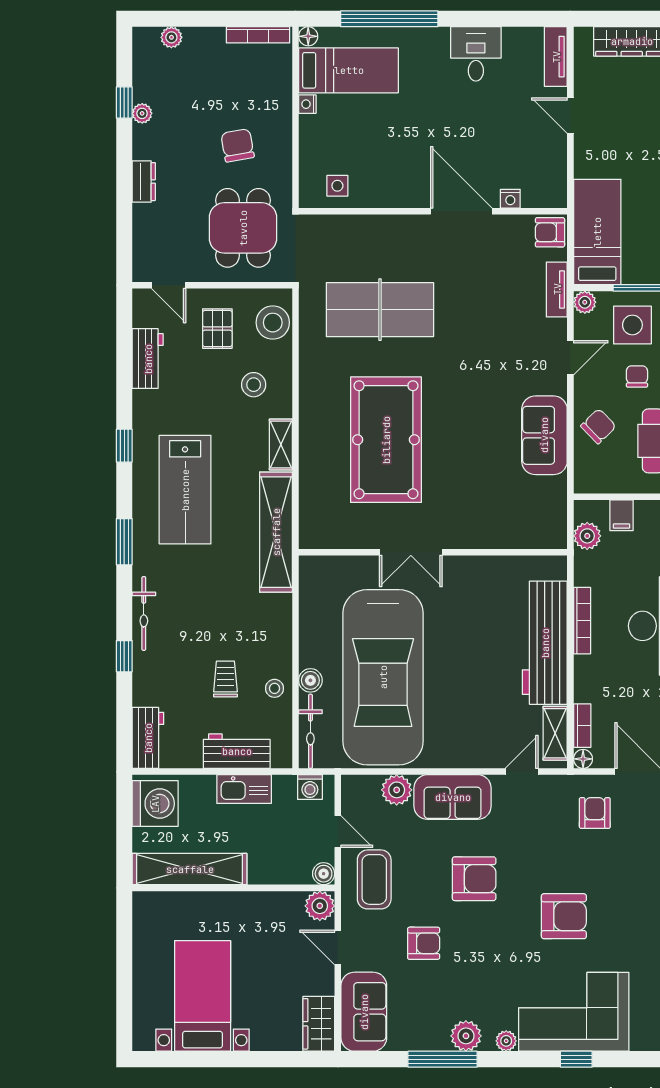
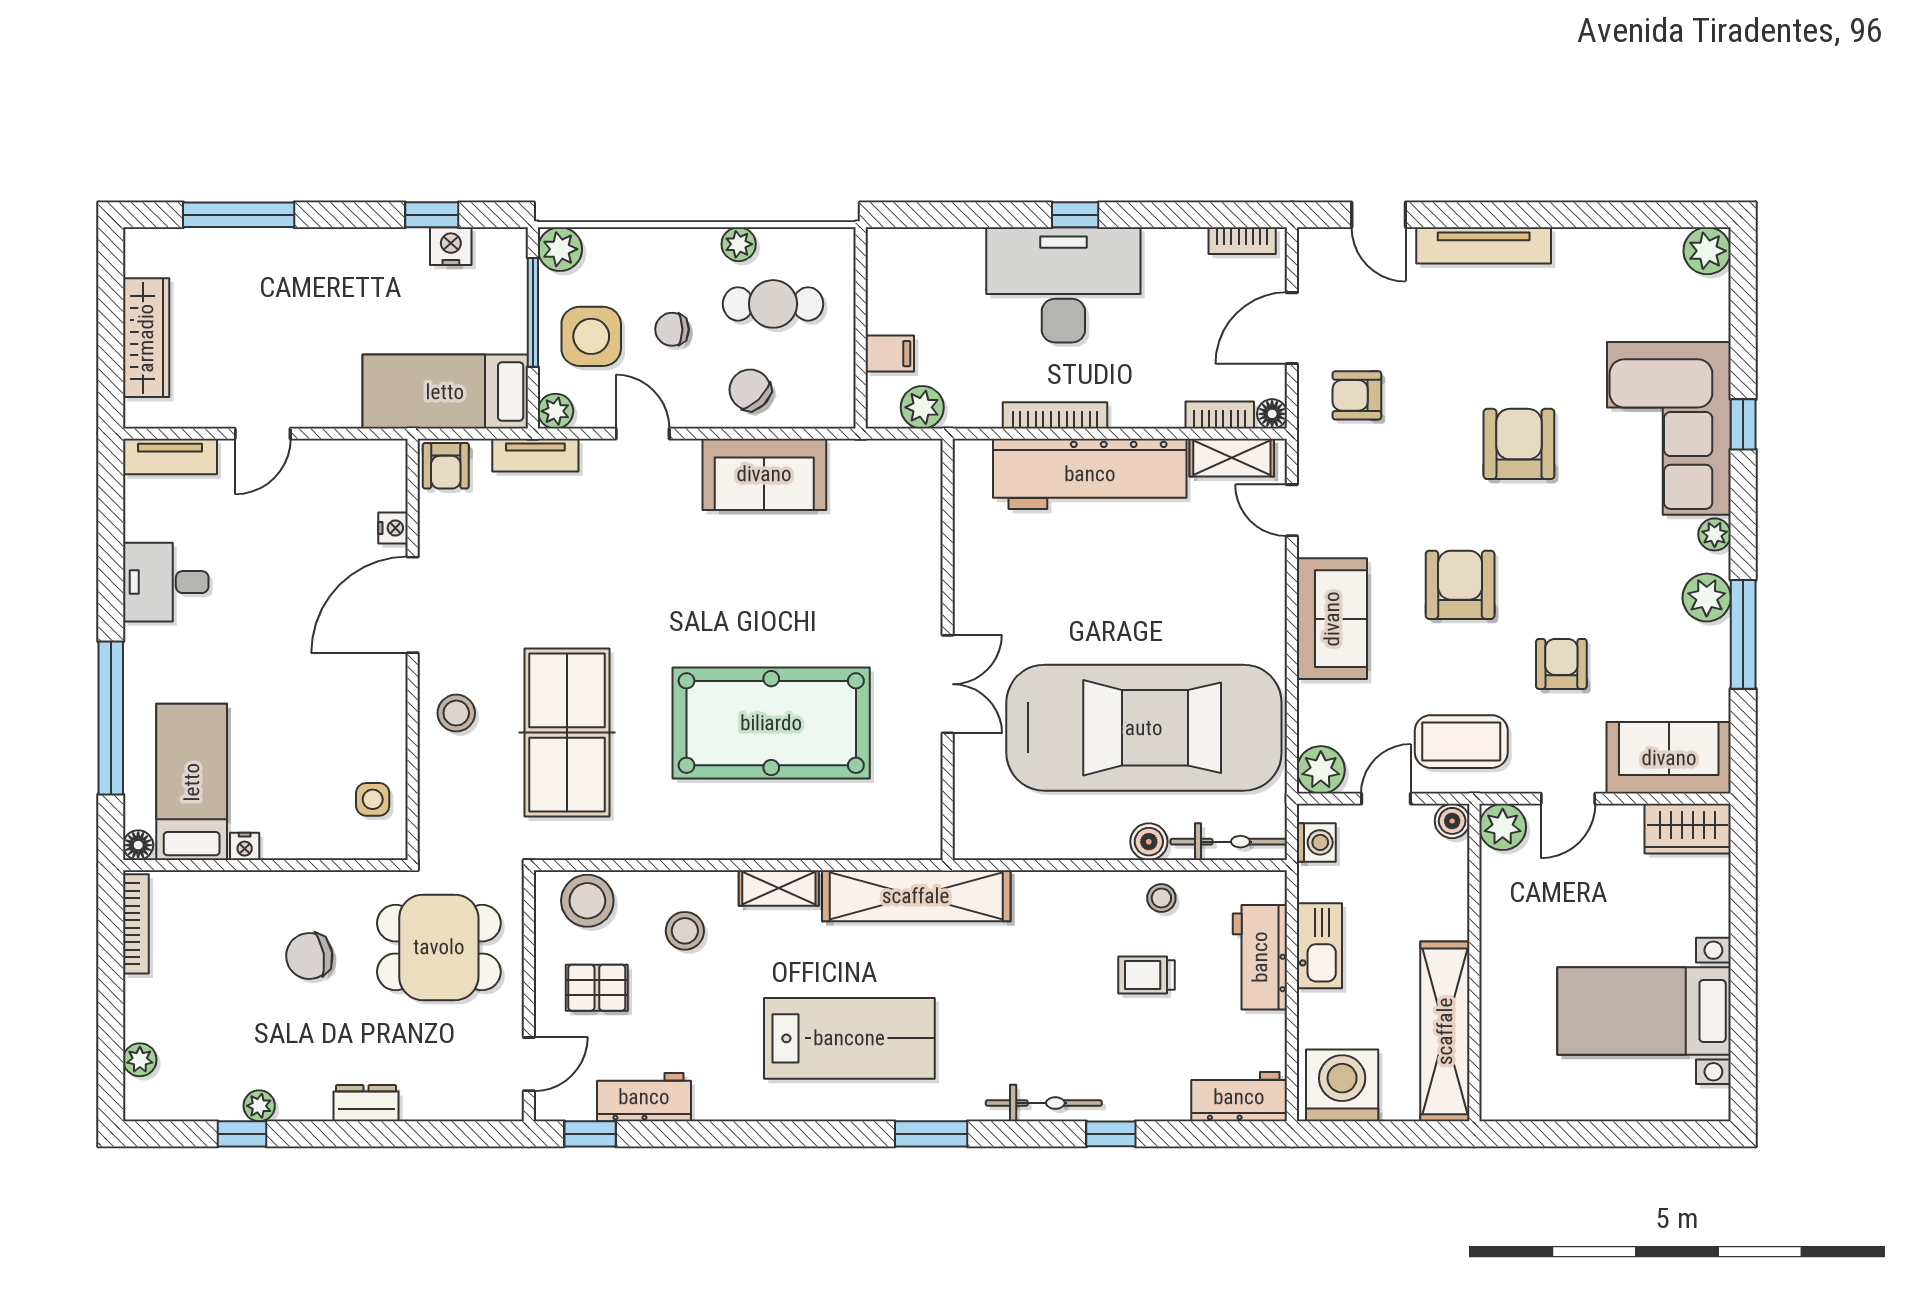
stool: (392, 239) -> (456, 713), added
window: (124, 446) -> (590, 1134), moved
plant: (397, 790) -> (1321, 770), moved

